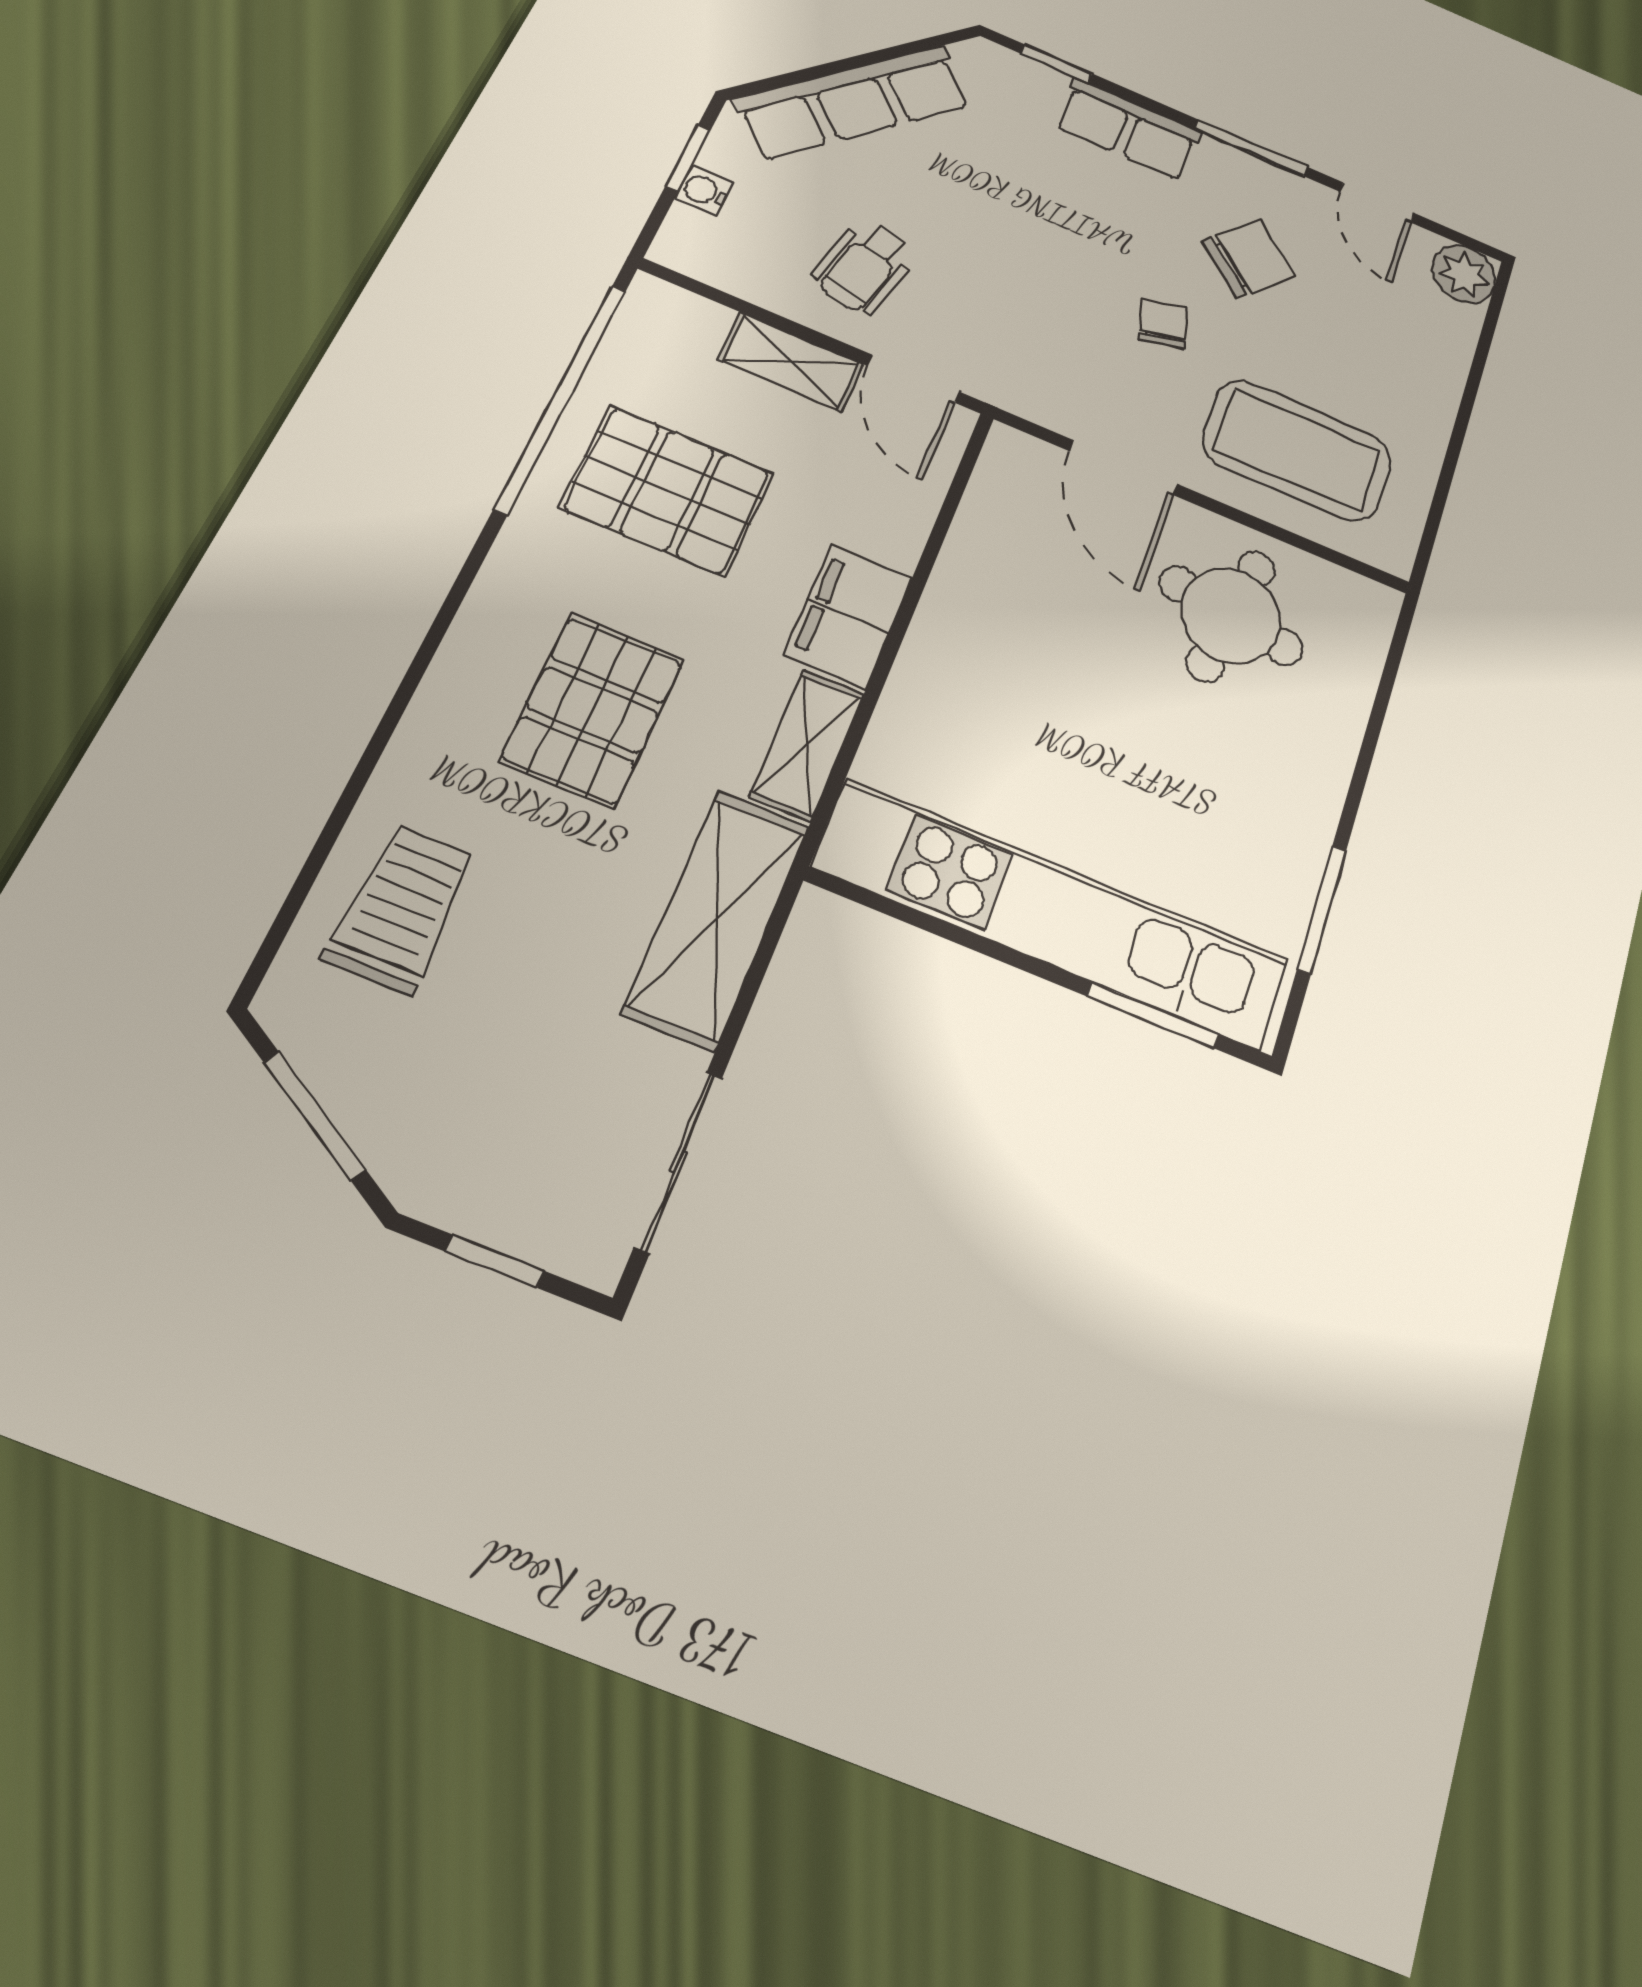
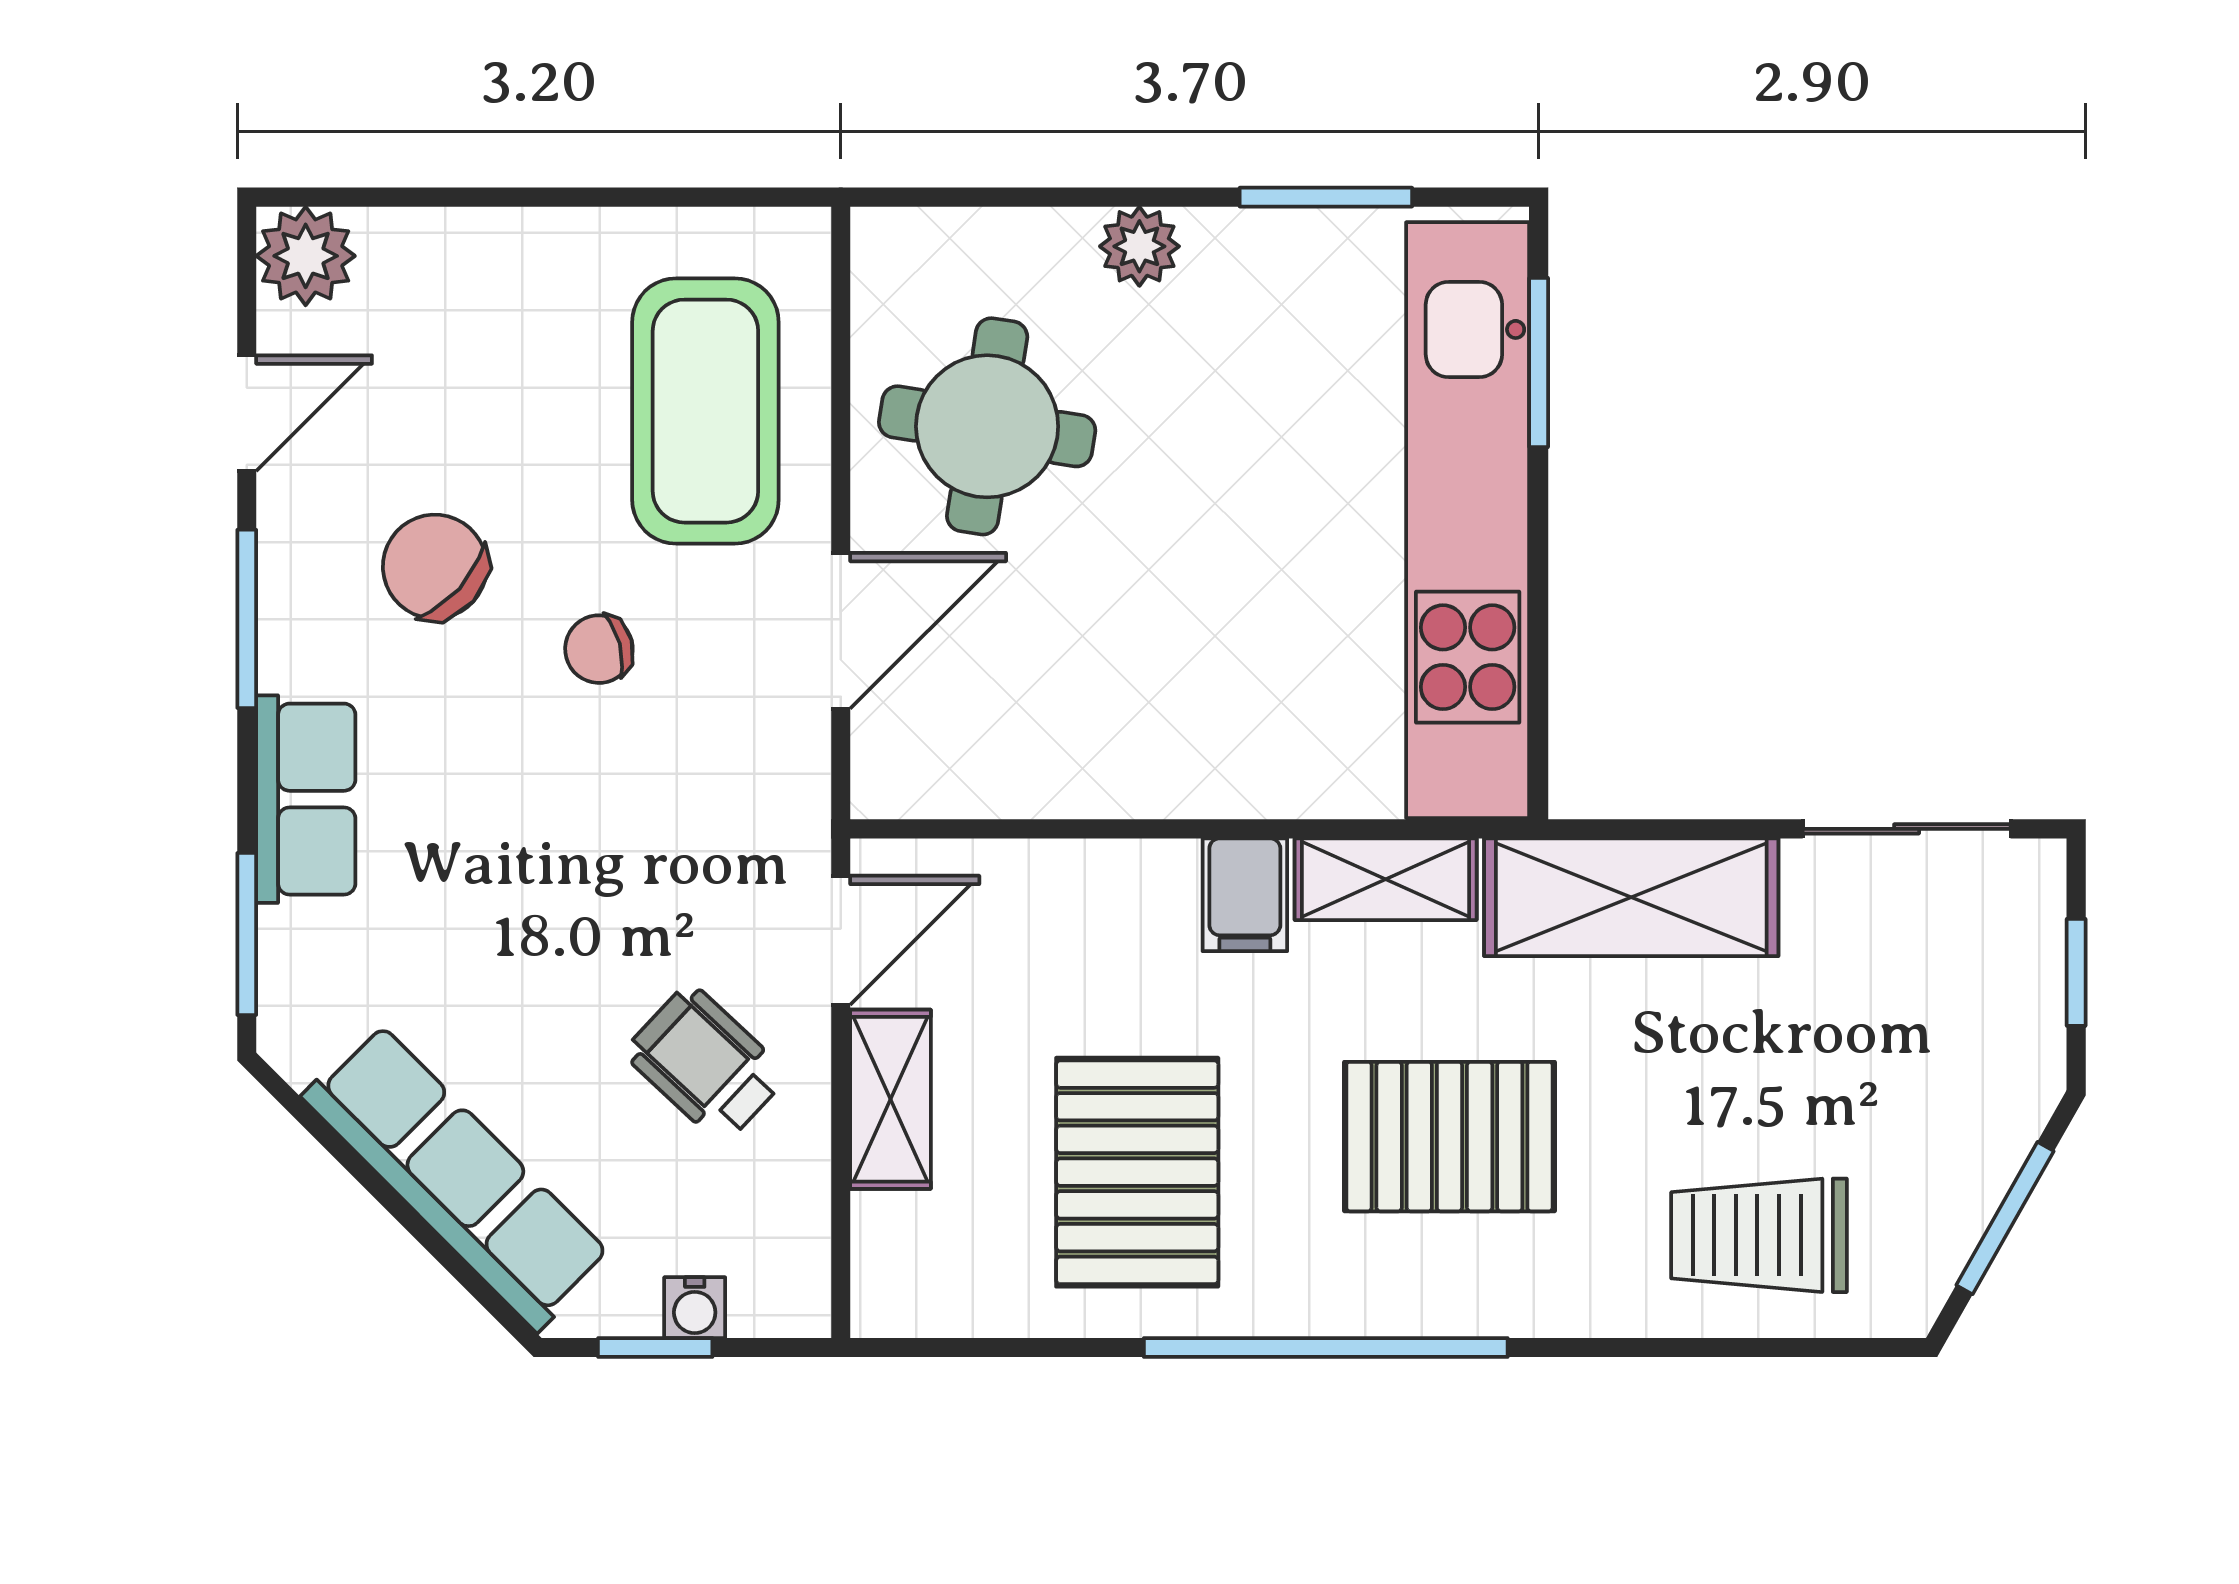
window: (1056, 63) -> (247, 934), width x1.50
wheelchair: (865, 267) -> (706, 1064), turned -150
window: (561, 397) -> (1326, 1347), moved
filing cabinet: (849, 616) -> (1245, 895), width x0.50
plant: (1324, 766) -> (1139, 246), added

